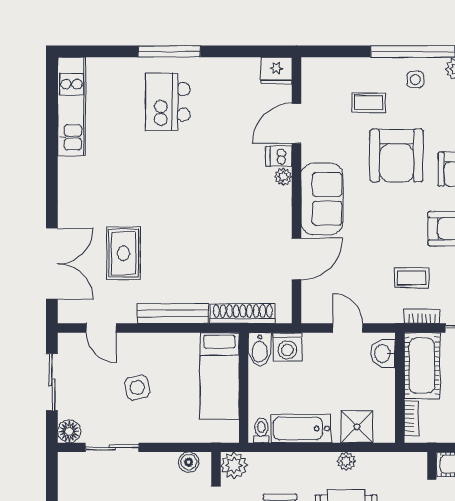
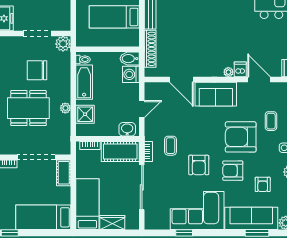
bed: (220, 376) -> (114, 17), moved
boiler: (189, 462) -> (65, 18), removed

